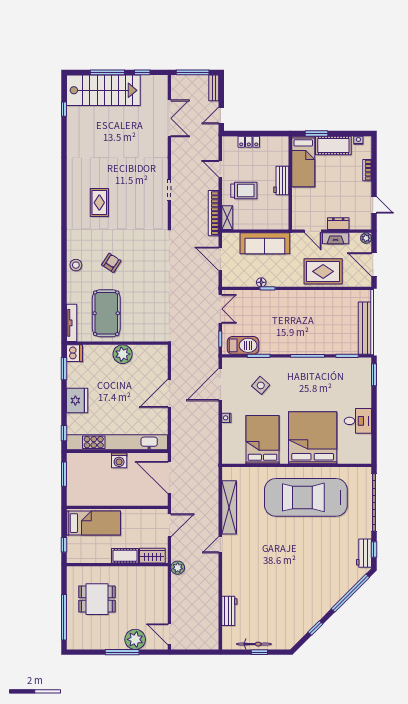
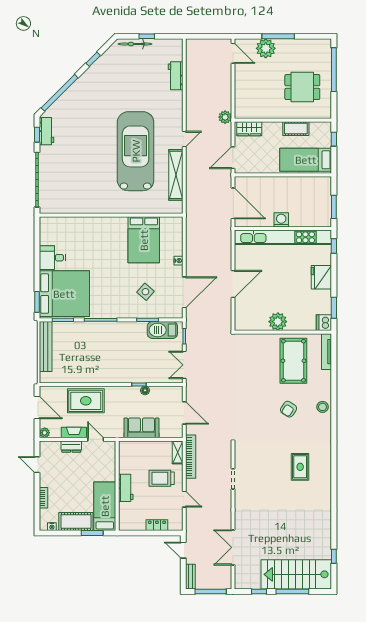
door: (221, 116) -> (183, 550), swing flipped
sofa: (265, 243) -> (141, 428), width x0.73
bed: (313, 438) -> (64, 294), moved, turned -90
car: (306, 497) -> (136, 151), moved, turned -90
cot: (125, 556) -> (296, 129), moved
bicycle: (254, 644) -> (135, 44), moved

